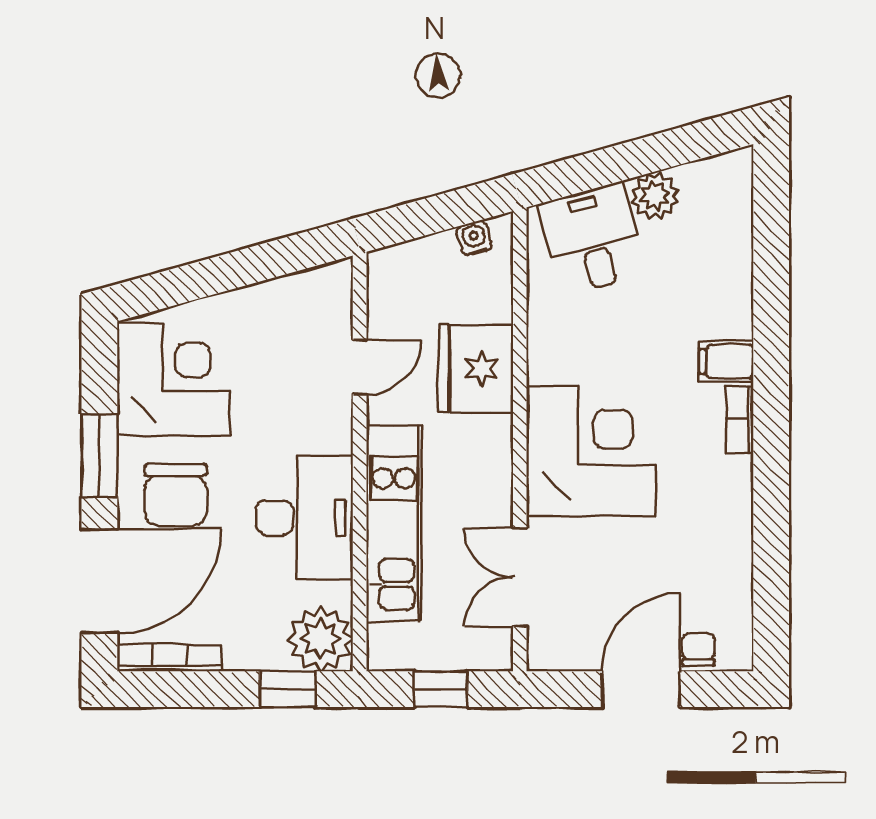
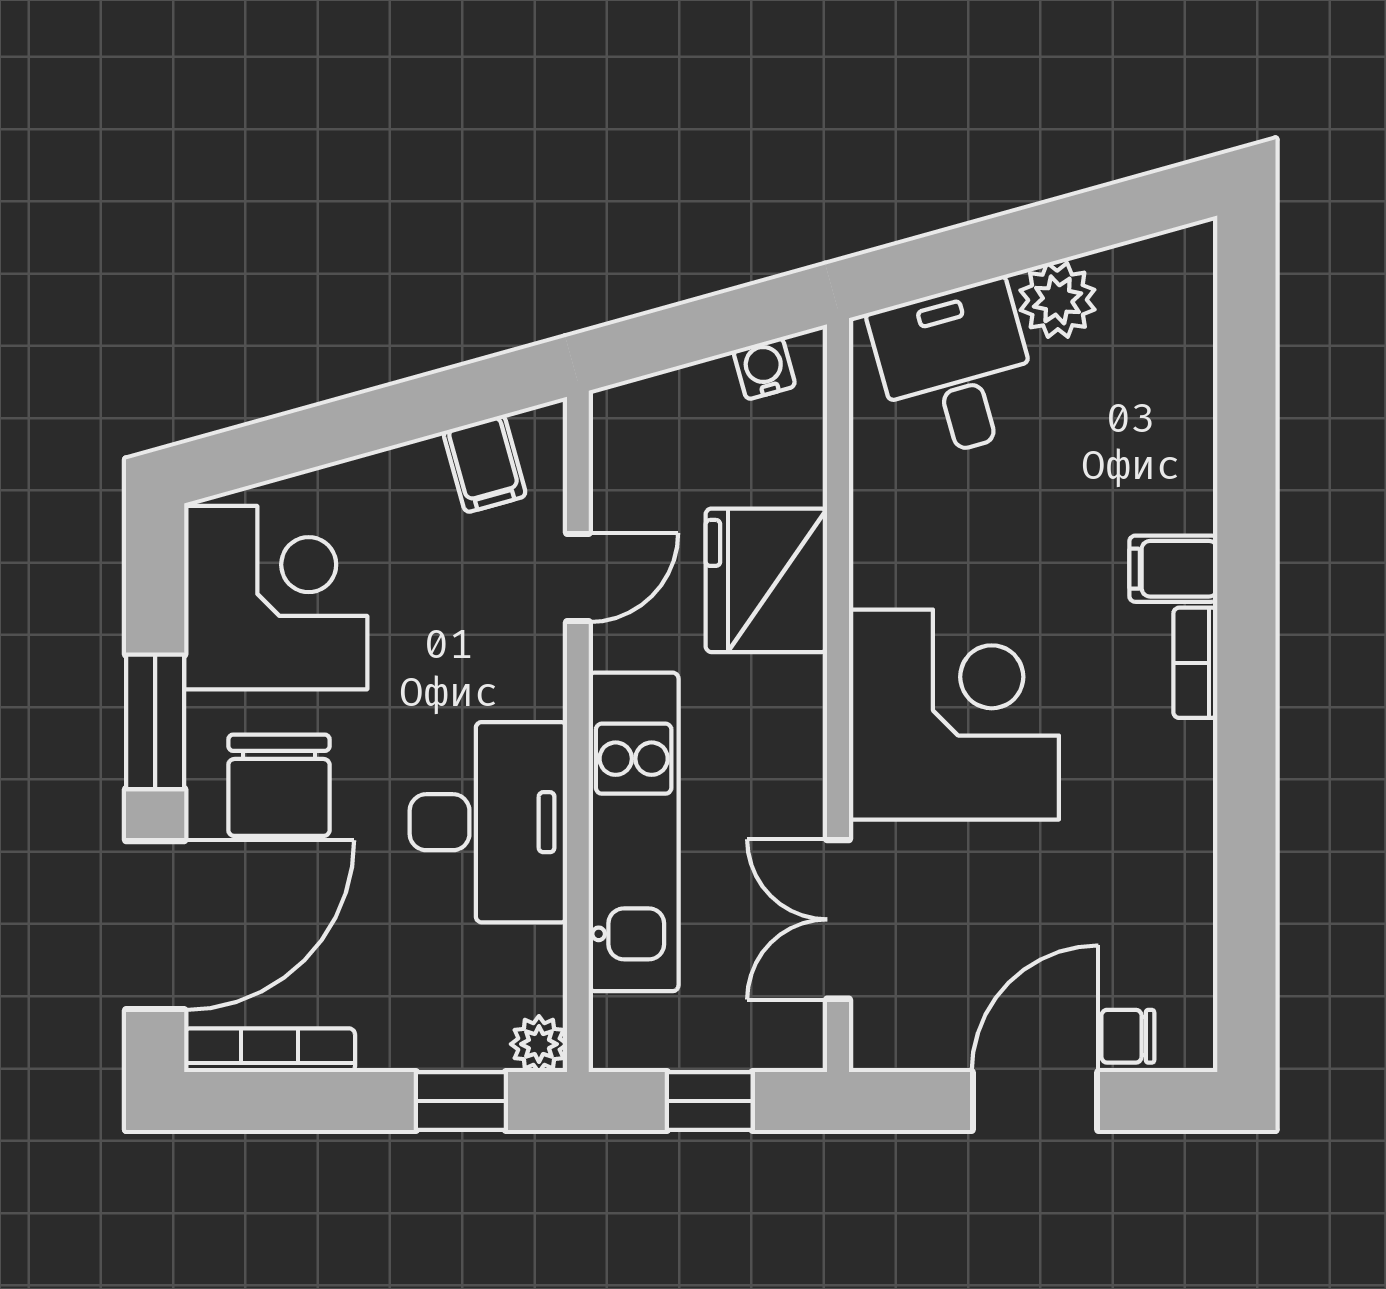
filing cabinet: (302, 297) -> (485, 464), added
plant: (320, 639) -> (539, 1044), width x0.53, depth x0.53
chair: (698, 649) -> (1128, 1036), turned -90

